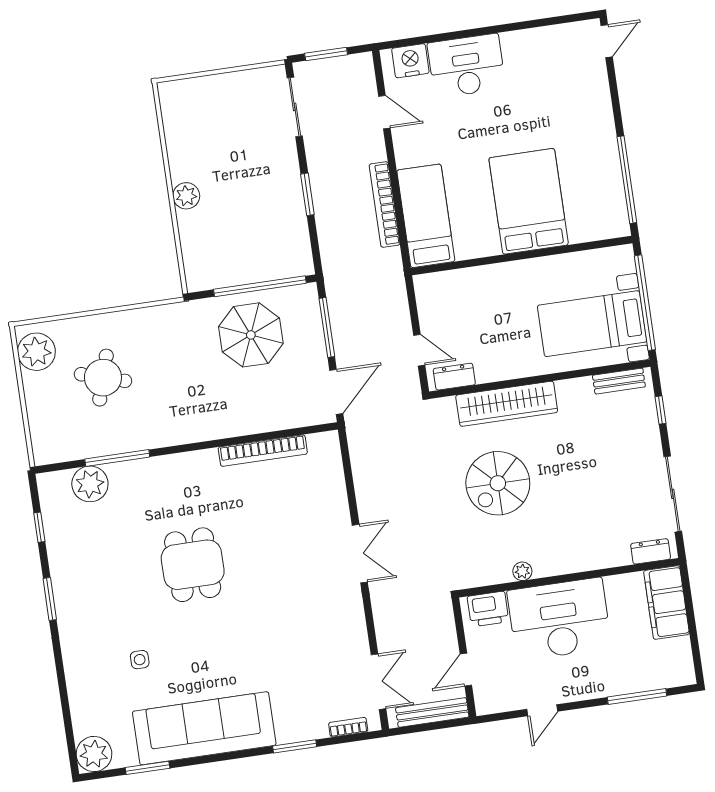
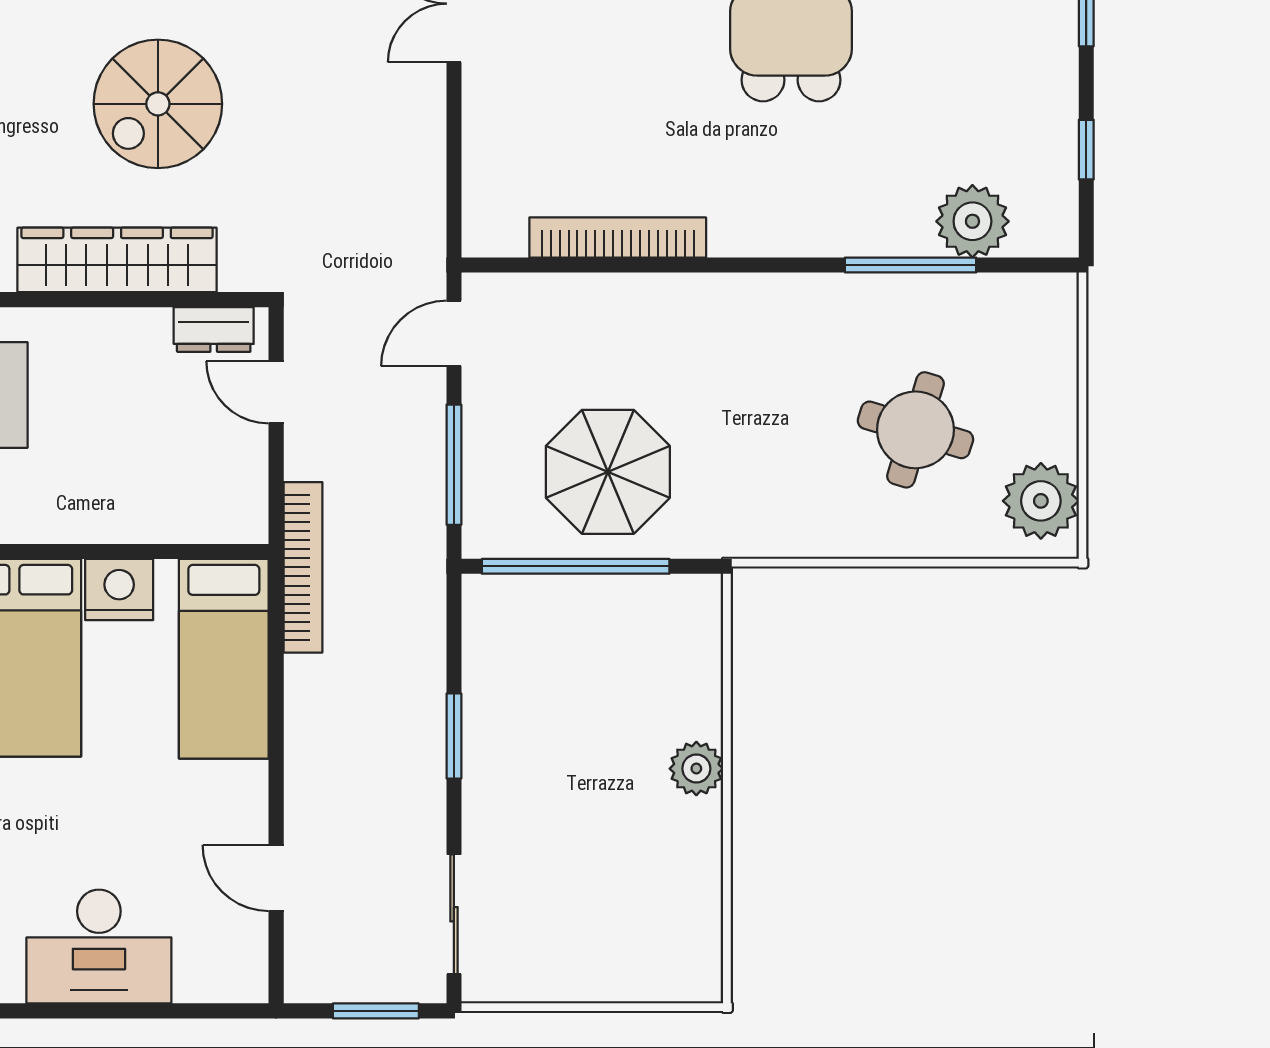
nightstand: (410, 61) -> (119, 590), moved, turned 180
bookcase: (385, 204) -> (303, 567), moved
door: (336, 392) -> (454, 333), width x0.73
spiral stairs: (498, 483) -> (158, 104), turned 180

